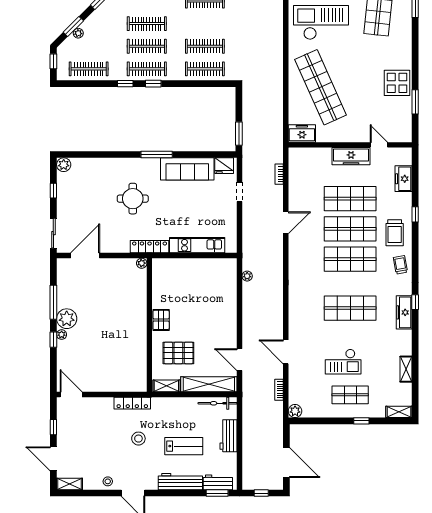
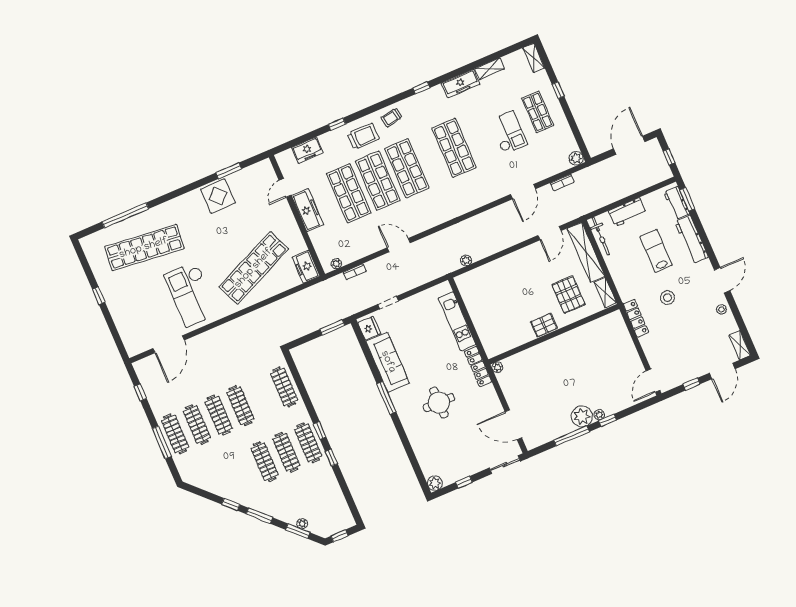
clothes rail: (205, 46) -> (240, 406), moved
clothes rail: (89, 69) -> (332, 499), removed
plant: (293, 161) -> (336, 264), added
freezer: (404, 312) -> (461, 83), moved

